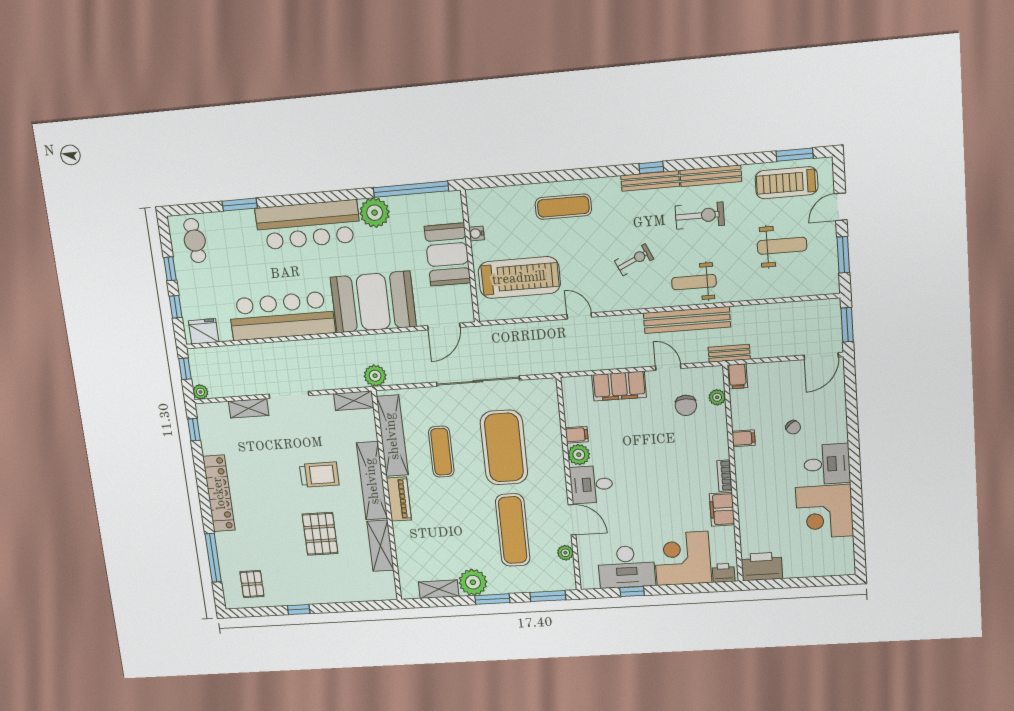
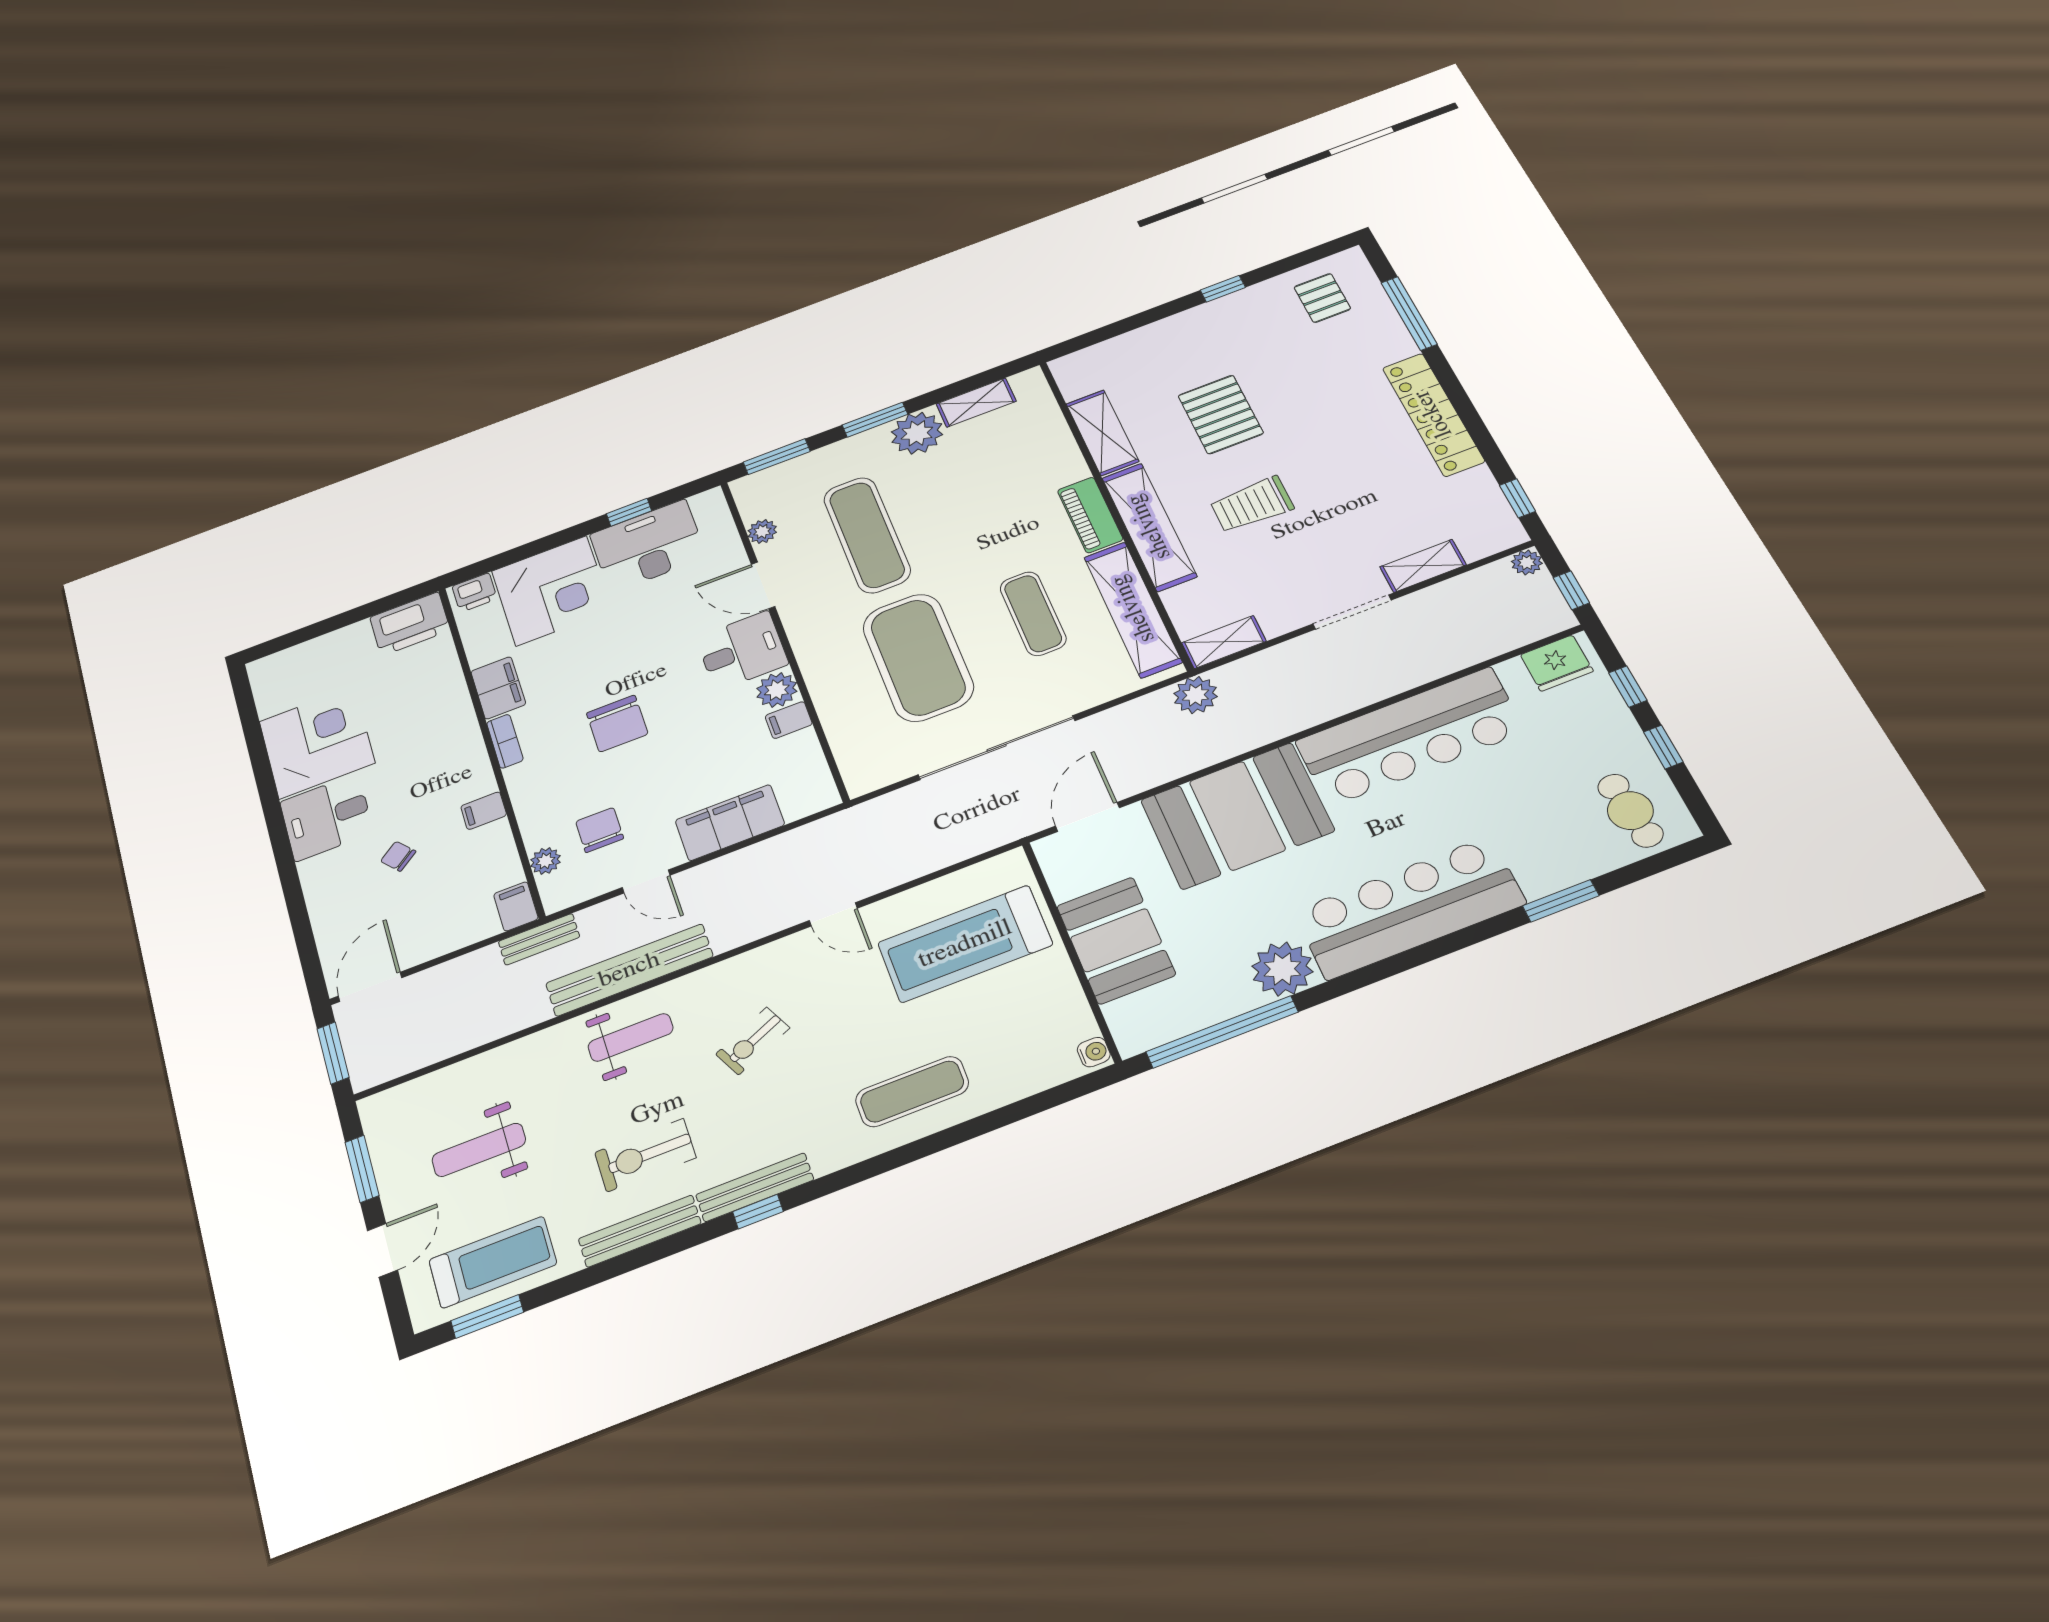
water cooler: (477, 233) -> (1094, 1052), moved
chair: (664, 465) -> (617, 724), added

